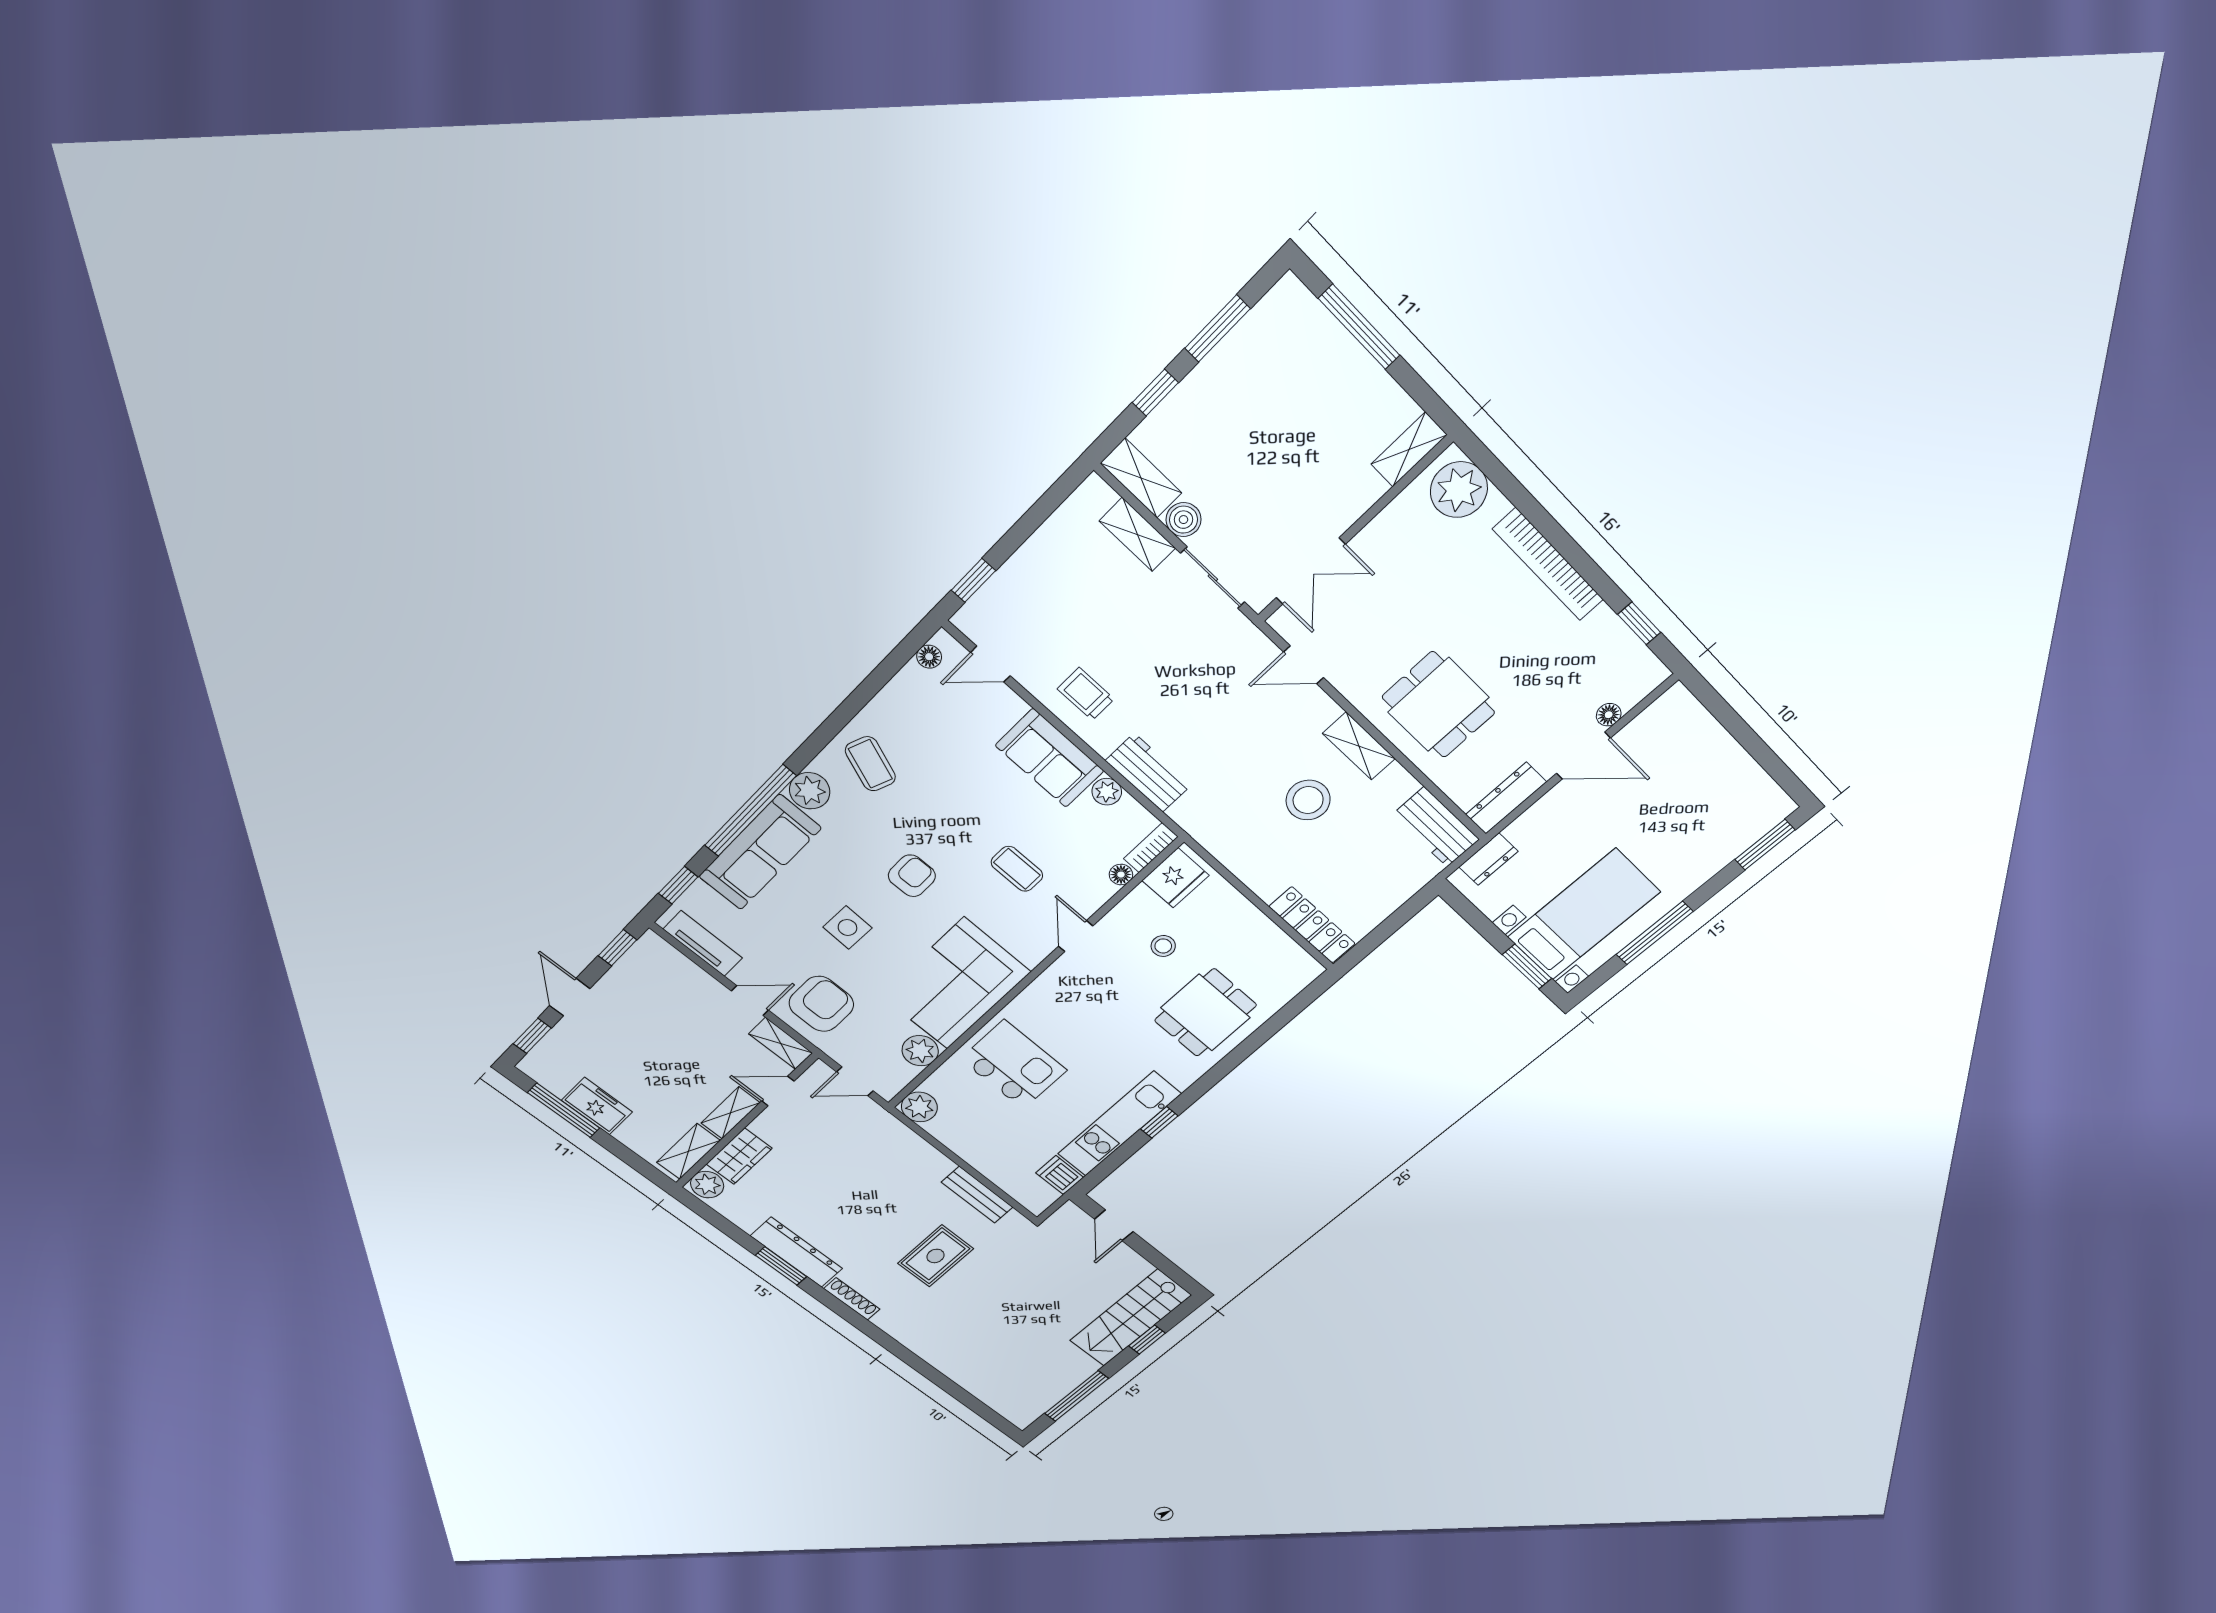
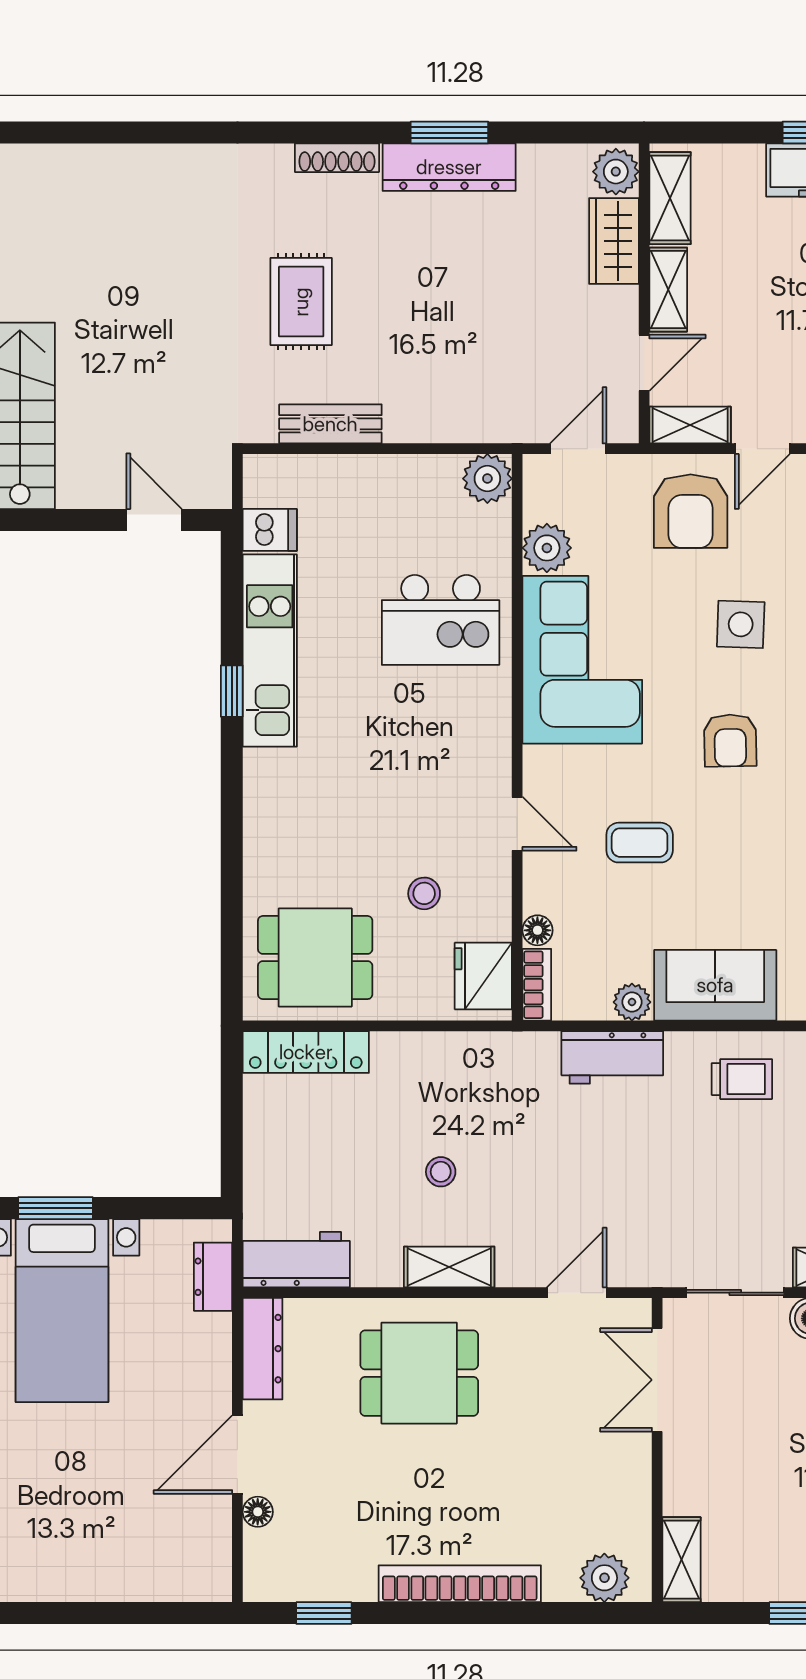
plant: (1459, 490) -> (604, 1578), width x0.73, depth x0.73
stool: (1308, 800) -> (441, 1172), width x0.53, depth x0.53
dining table: (1206, 1013) -> (315, 958), moved, turned 90

